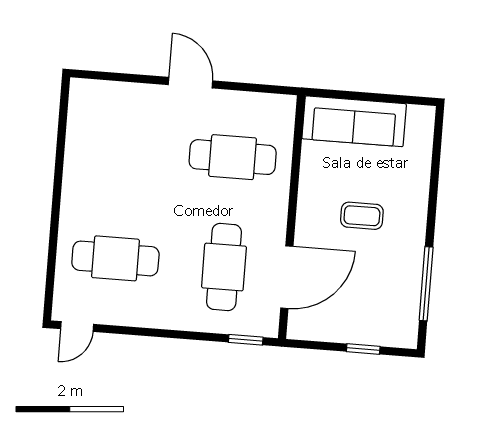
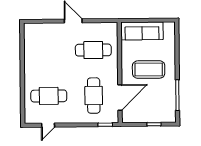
coffee table: (362, 216) -> (149, 70), width x1.86, depth x1.72
door: (77, 326) -> (48, 125), moved

